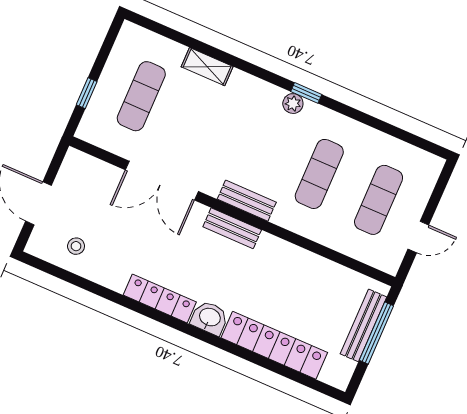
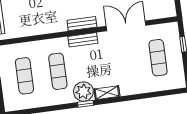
shelving: (207, 67) -> (107, 93), moved
plant: (293, 104) -> (83, 92), width x1.88, depth x1.88

